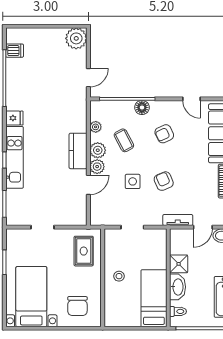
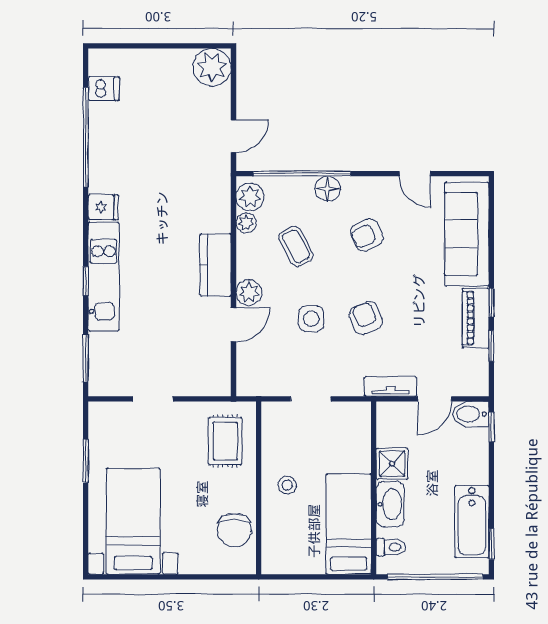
plant: (98, 150) -> (250, 197), moved
chair: (77, 306) -> (234, 530), moved

